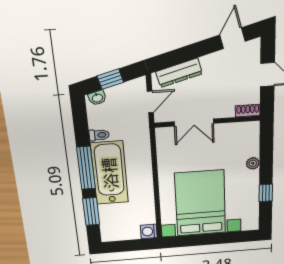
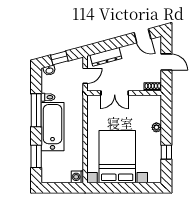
door: (233, 38) -> (143, 36), swing flipped
window: (86, 168) -> (36, 110), moved

